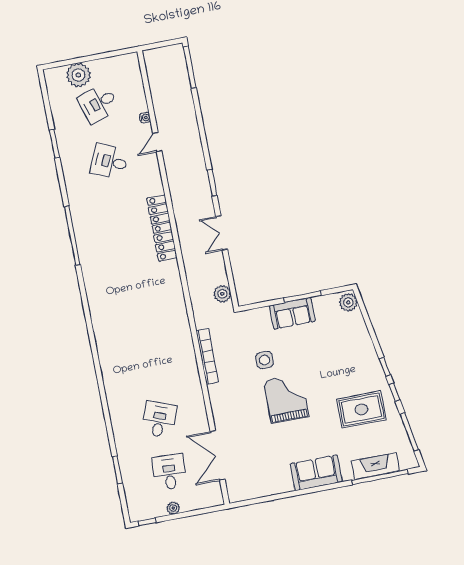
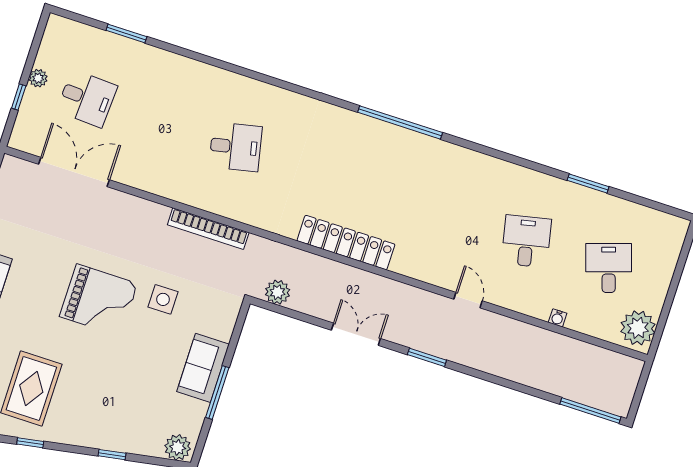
plant: (78, 75) -> (638, 328), moved
door: (157, 142) -> (468, 300), moved
desk: (109, 162) -> (526, 241), turned -36
locker: (162, 228) -> (346, 242), moved
window: (72, 236) -> (400, 122), moved
window: (385, 367) -> (112, 455), moved
desk: (159, 420) -> (236, 147), moved, turned -33
window: (147, 522) -> (19, 97), moved

